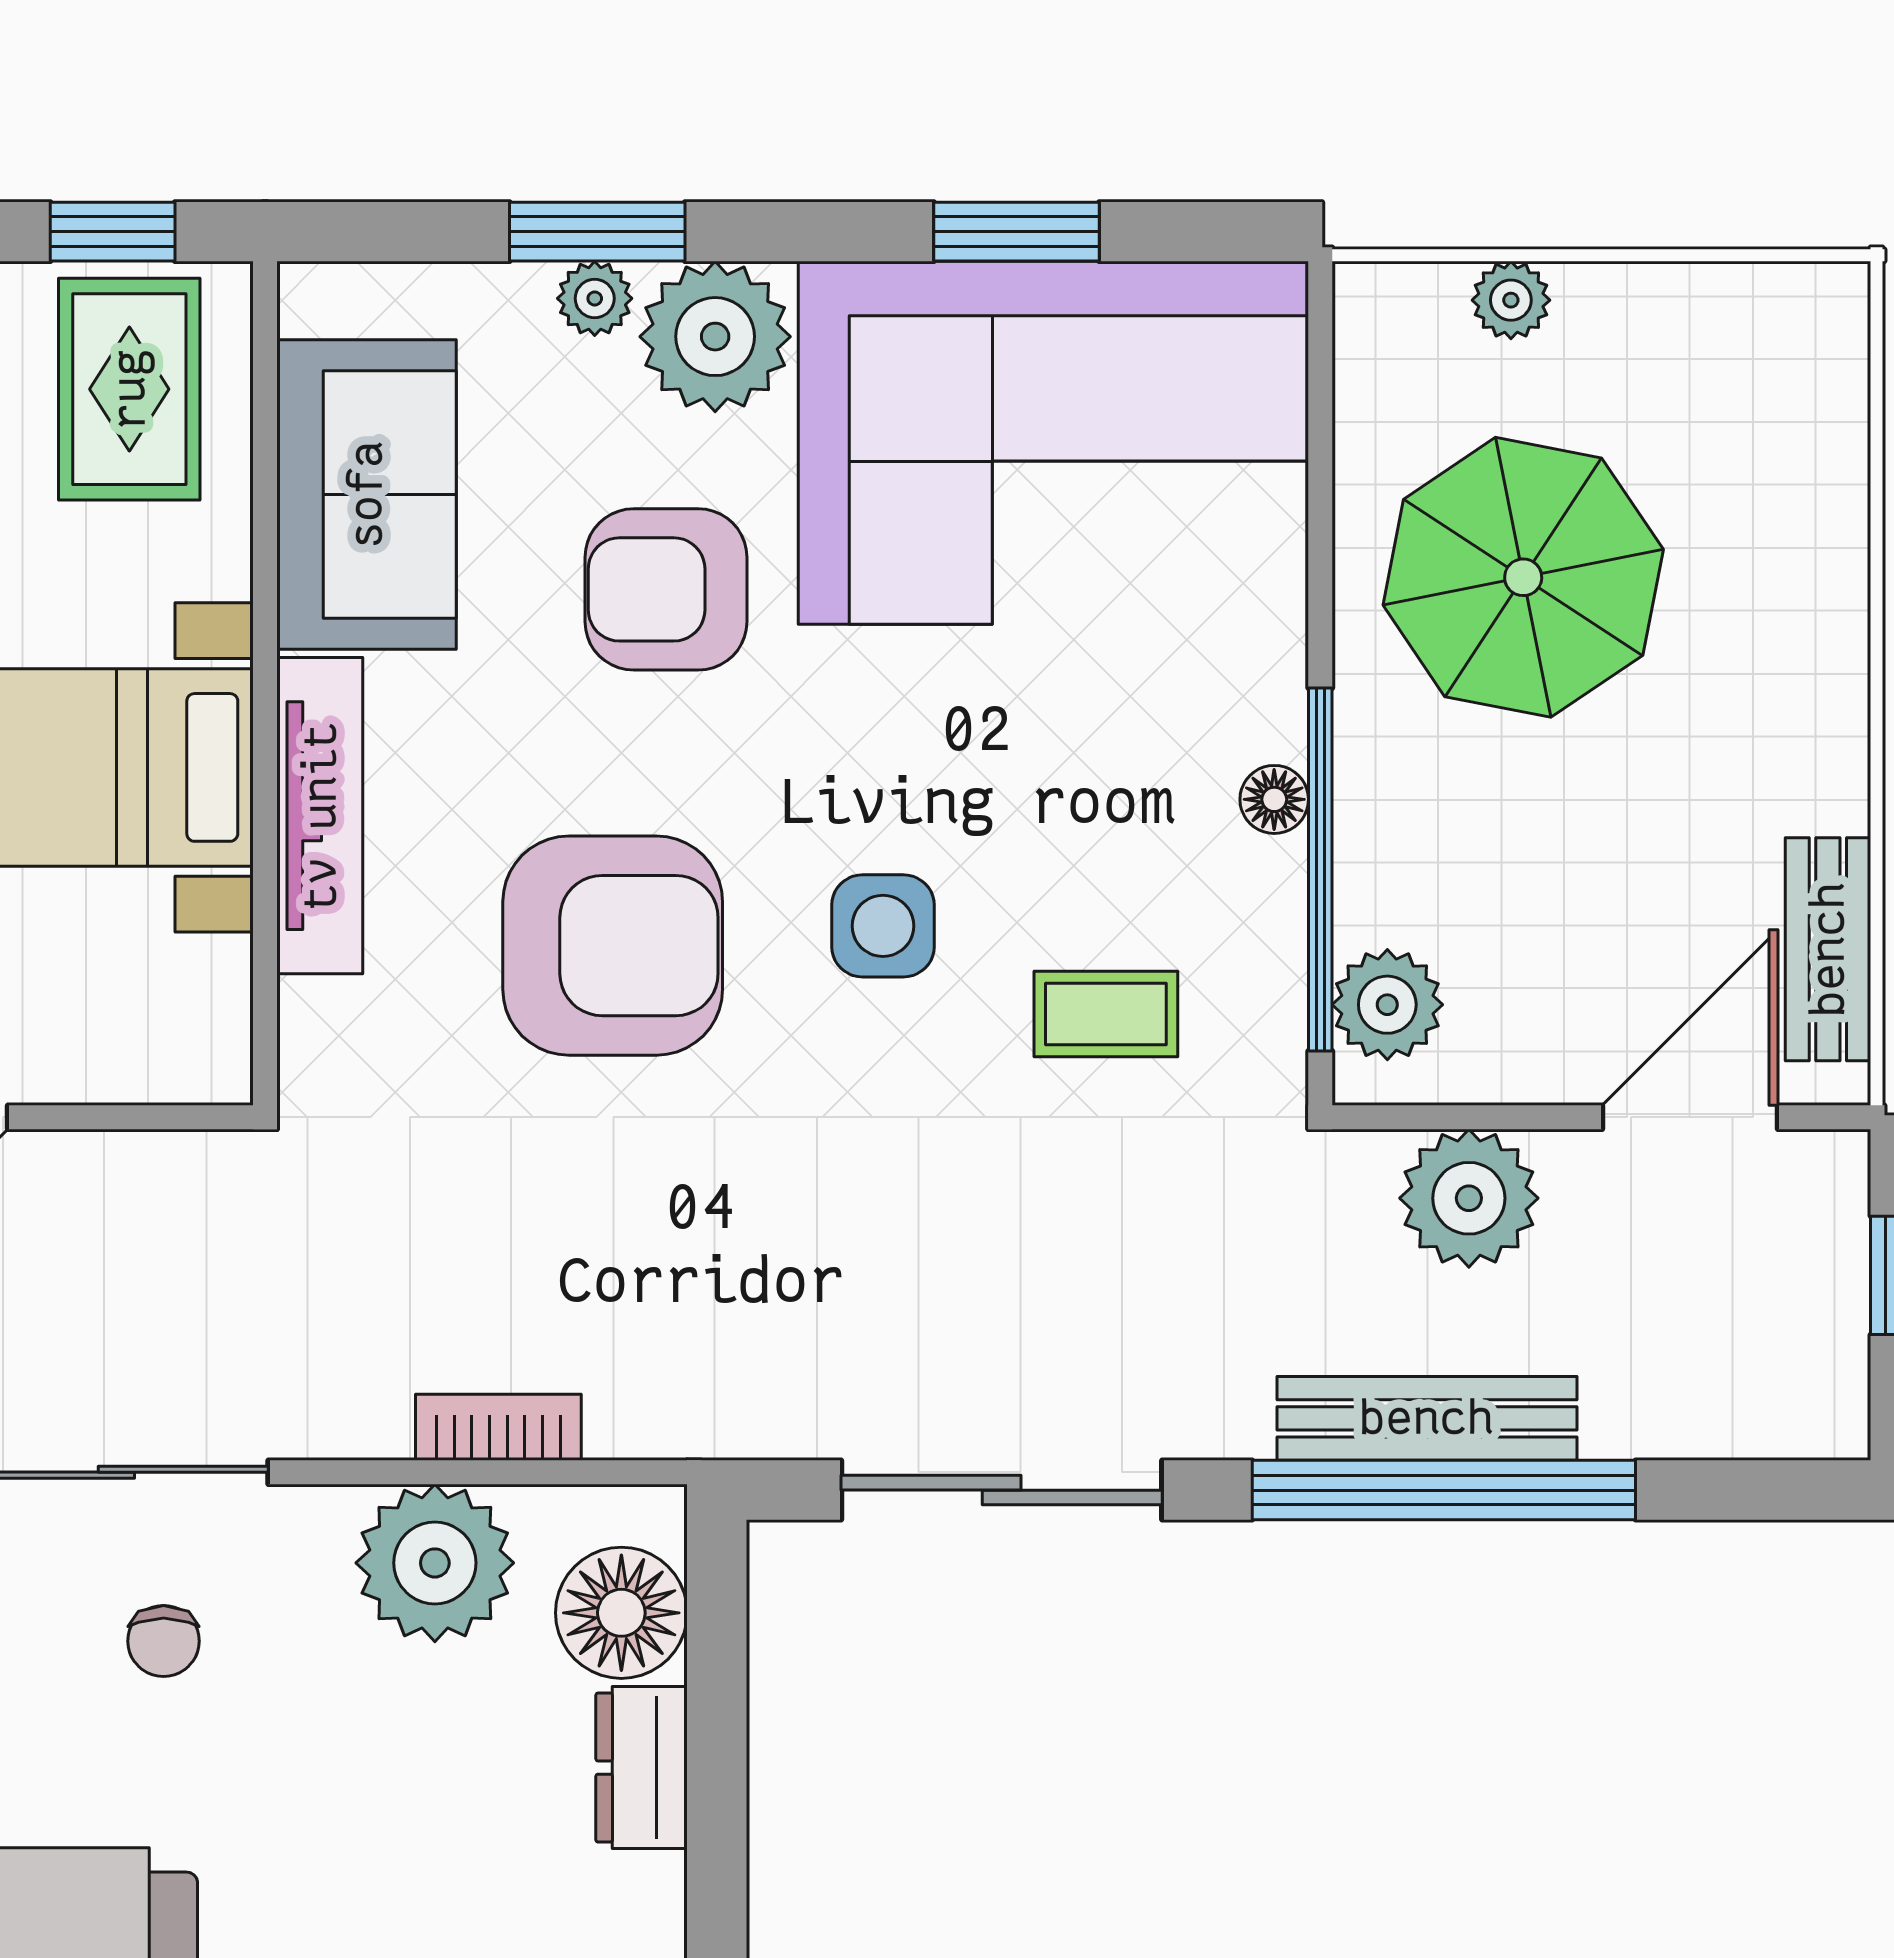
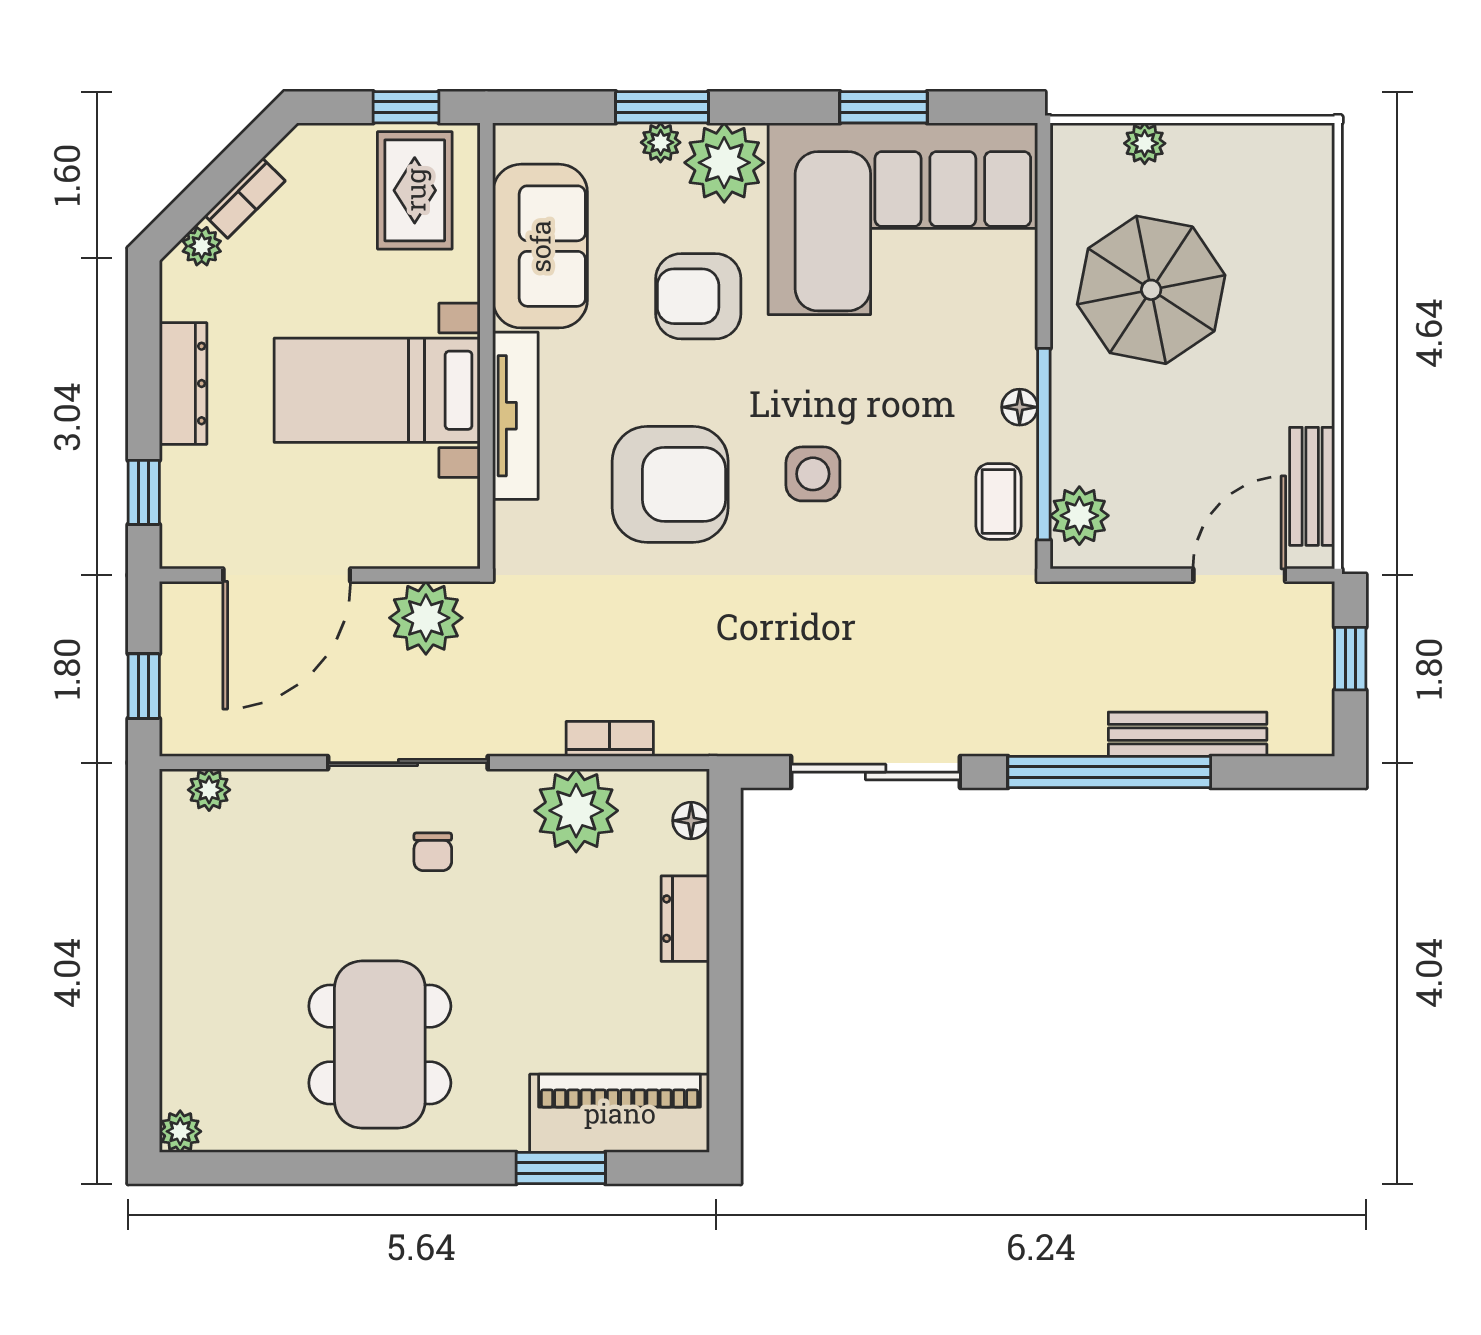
coffee table: (1106, 1014) -> (999, 501), moved, turned 90
plant: (1469, 1198) -> (426, 618), moved
bench: (1427, 1418) -> (1188, 734), moved
floor lamp: (621, 1613) -> (691, 821), width x0.53, depth x0.53

